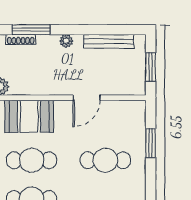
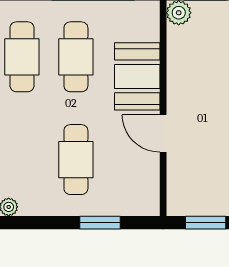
booth: (29, 116) -> (137, 76), moved

